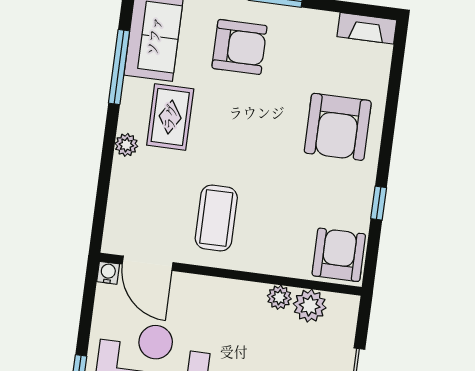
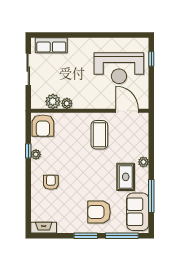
armchair: (338, 127) -> (51, 182), width x0.53, depth x0.53
plant: (363, 193) -> (36, 154), added
water cooler: (108, 273) -> (144, 104), removed

